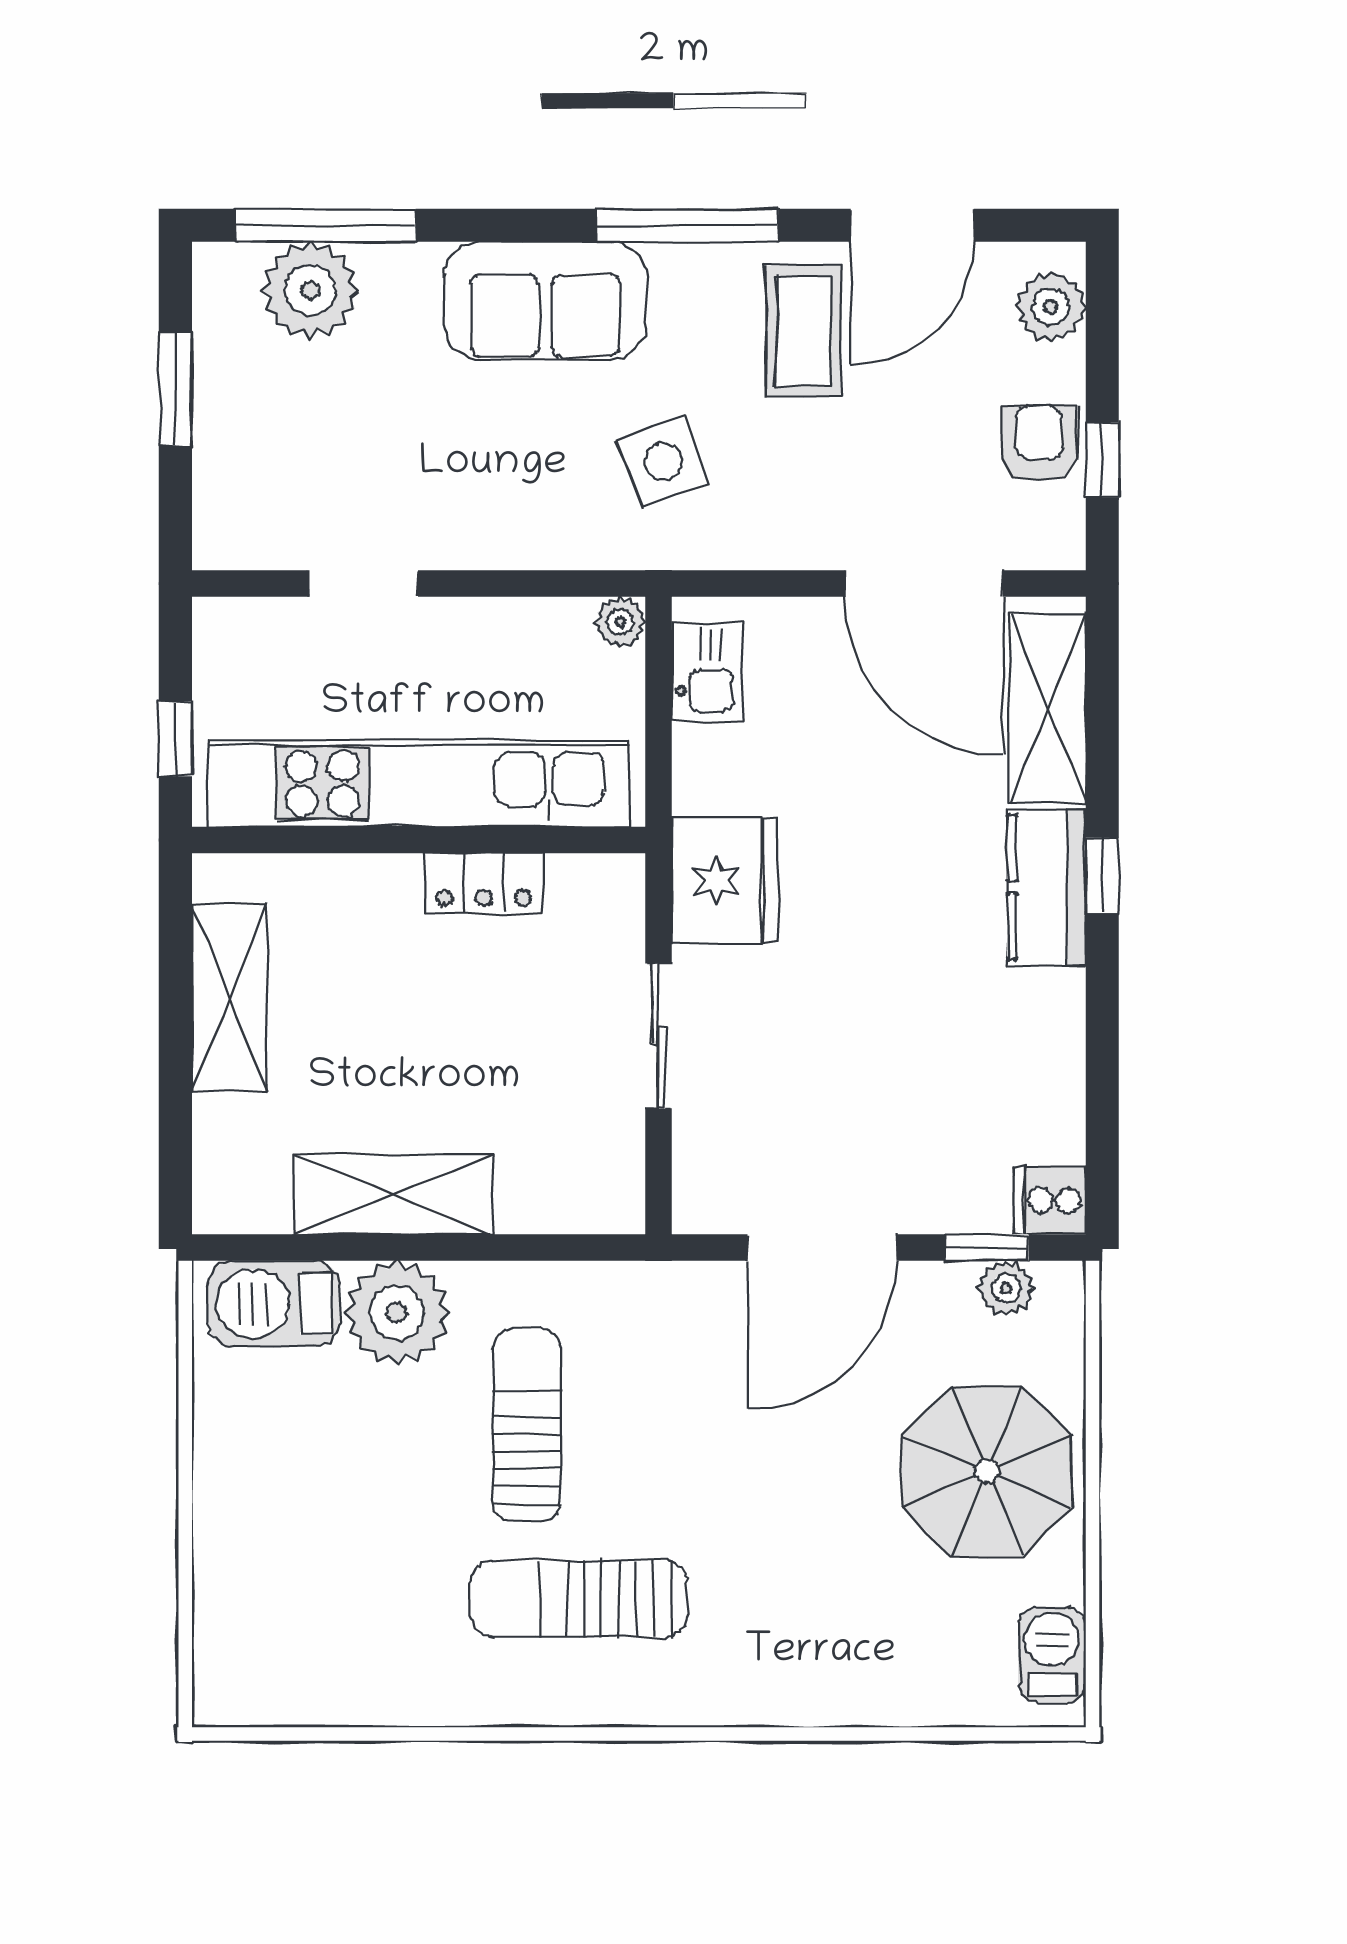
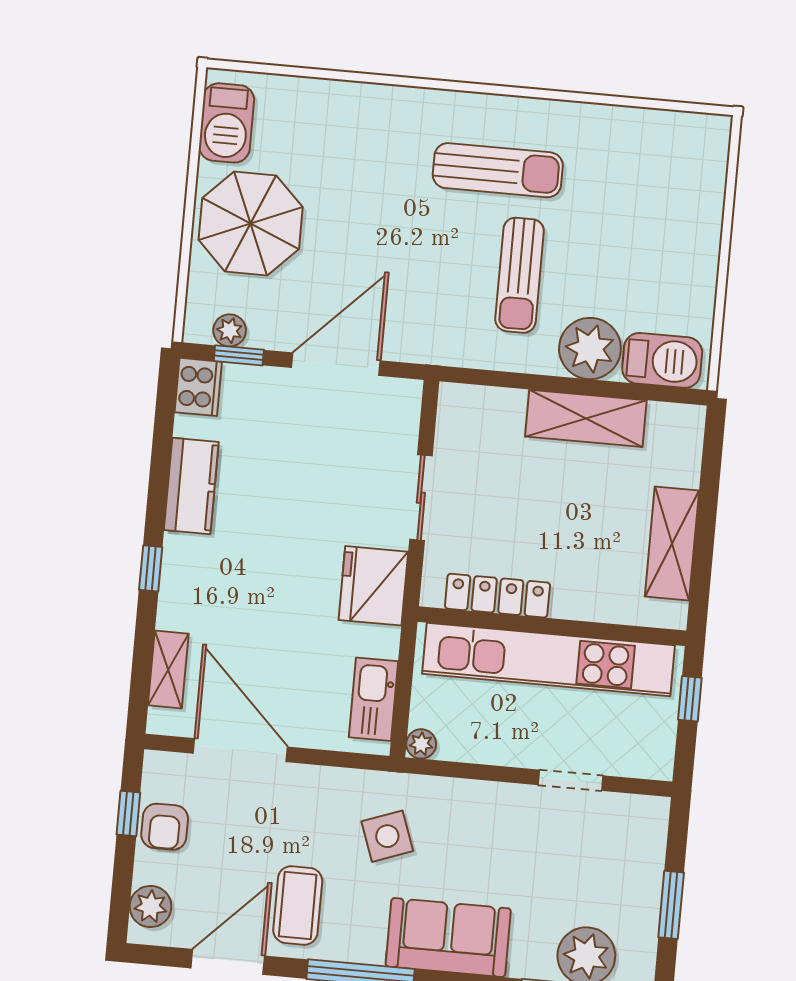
kitchen sink: (707, 671) -> (373, 699), width x1.38
shelving: (1048, 708) -> (168, 669), width x0.67, depth x0.75
locker: (484, 883) -> (497, 596), width x1.53
kitchen counter: (1047, 887) -> (191, 486), moved
cooker: (1050, 1200) -> (198, 387), width x1.36
barbecue: (1052, 1655) -> (227, 123), width x1.38, depth x1.27

